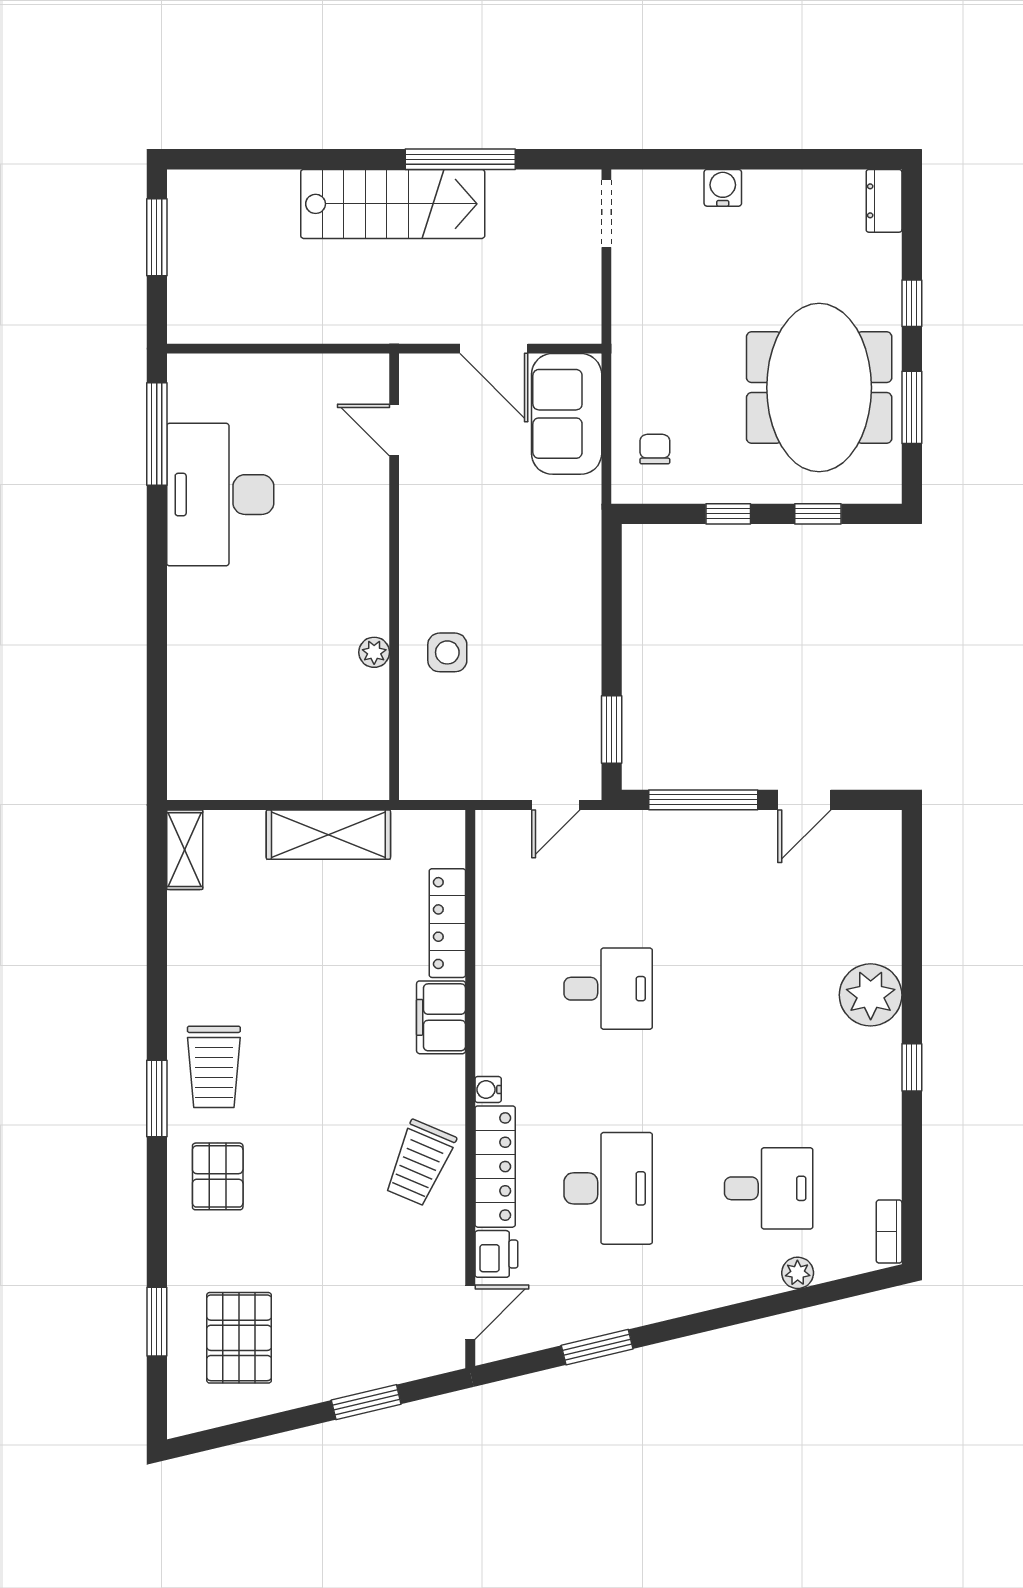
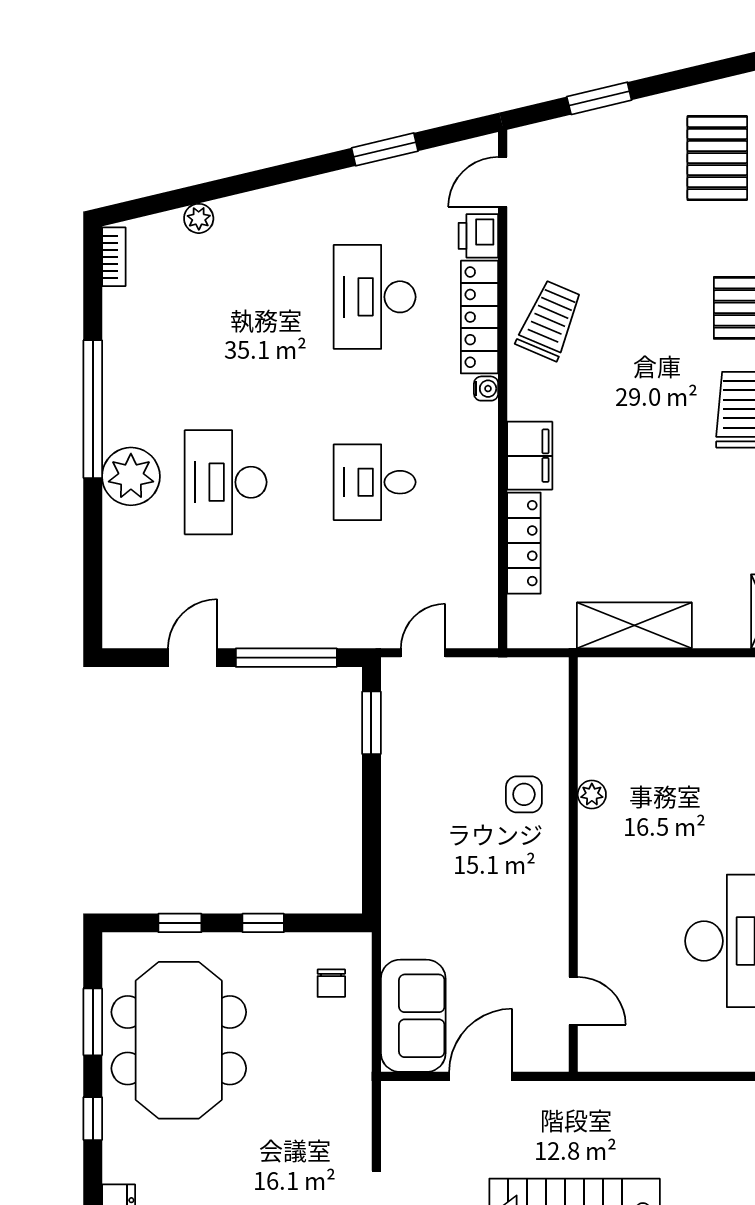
door: (494, 349) -> (481, 1076), hinge flipped
window: (912, 1067) -> (93, 409), width x3.17
desk: (769, 1188) -> (226, 482), moved, width x1.37

